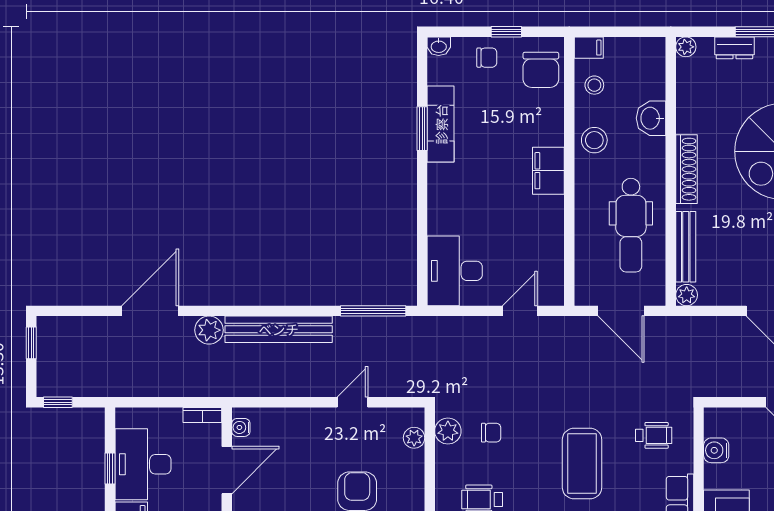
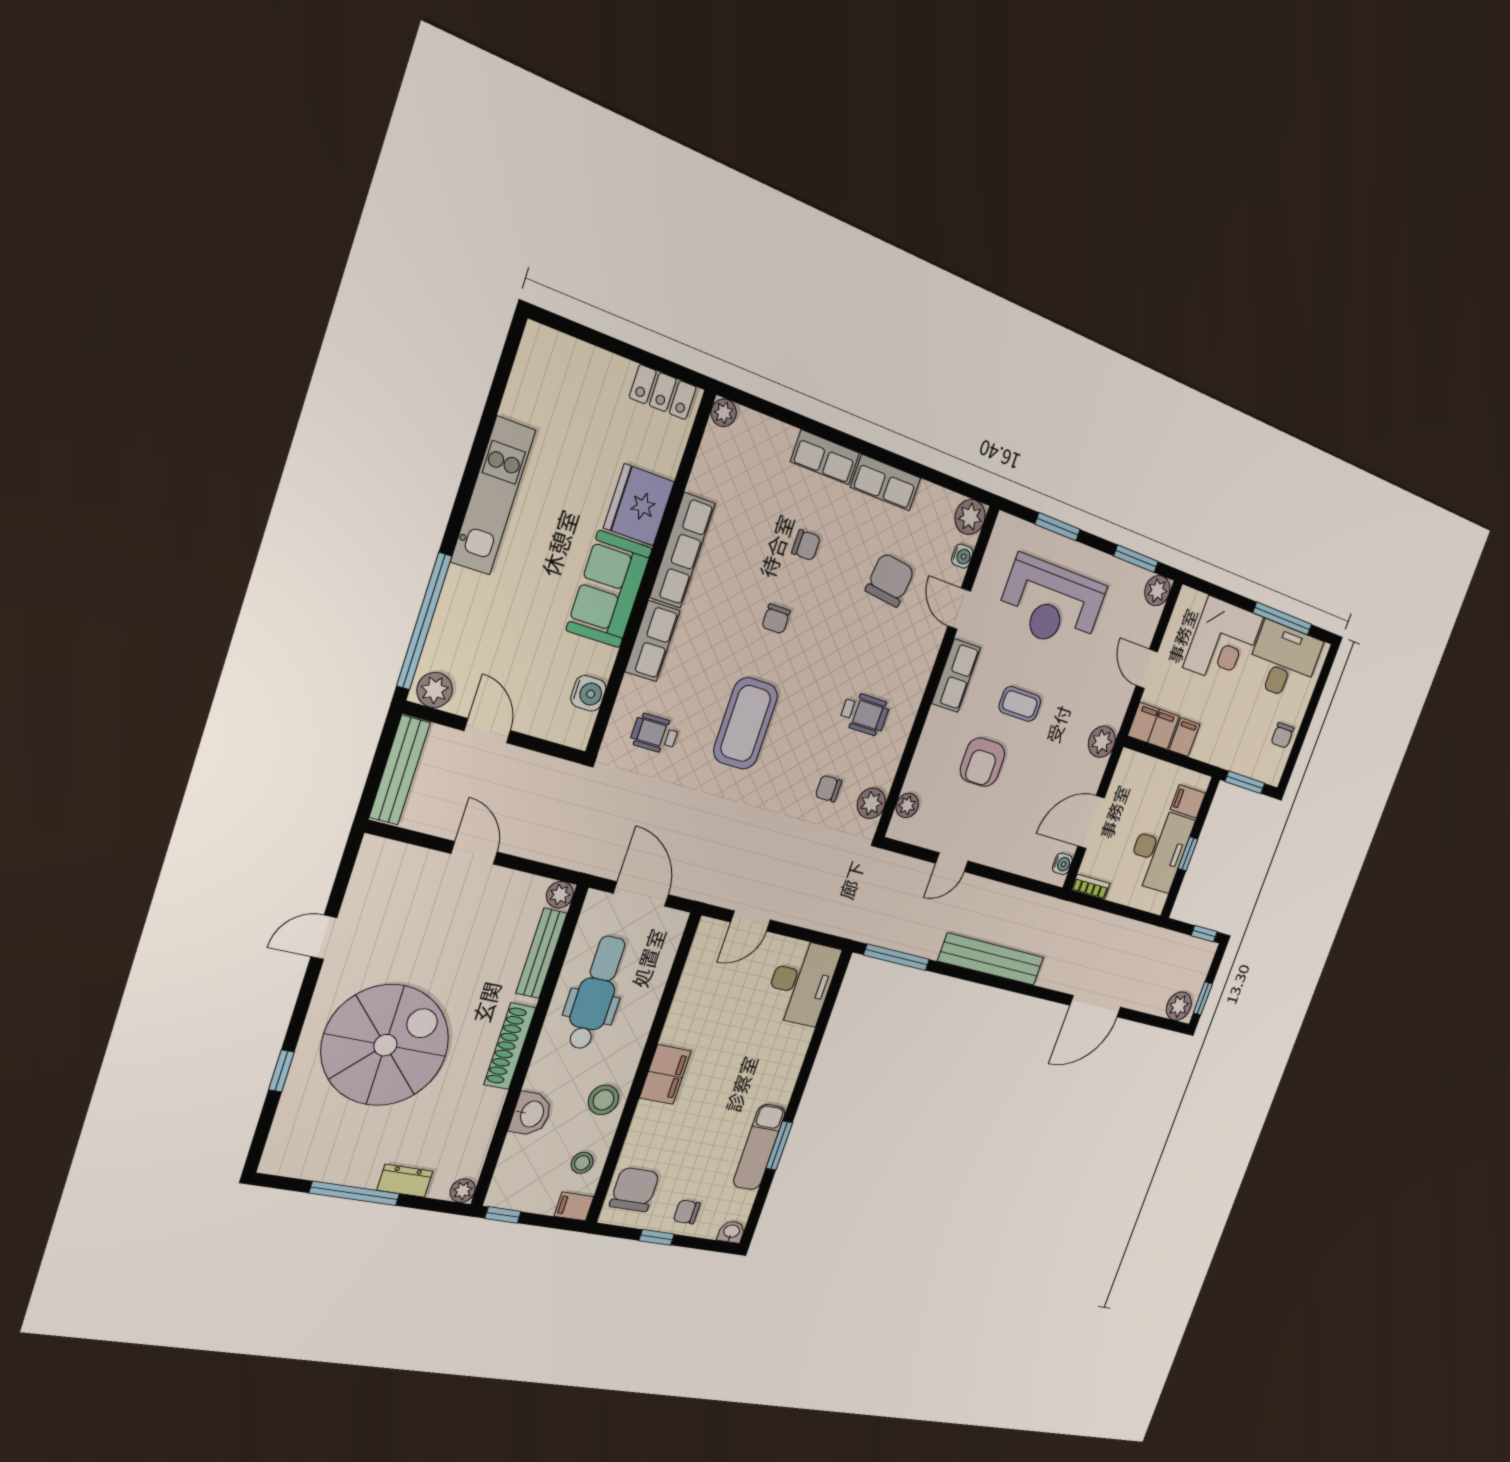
window: (646, 32) -> (503, 1215), added
plant: (209, 330) -> (1179, 1006), moved

